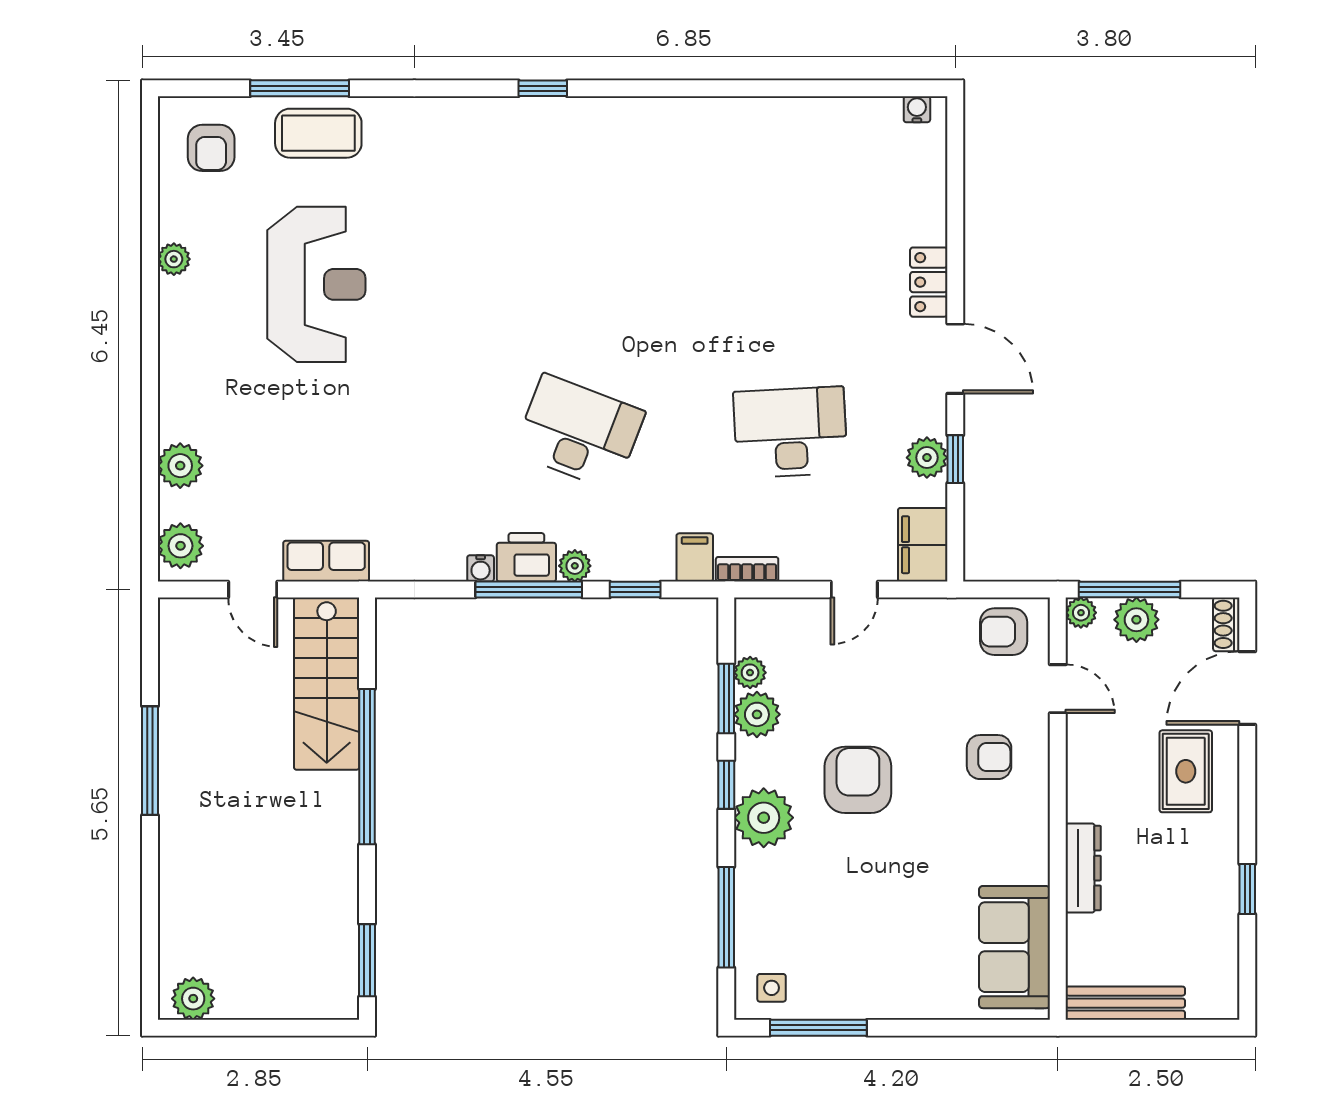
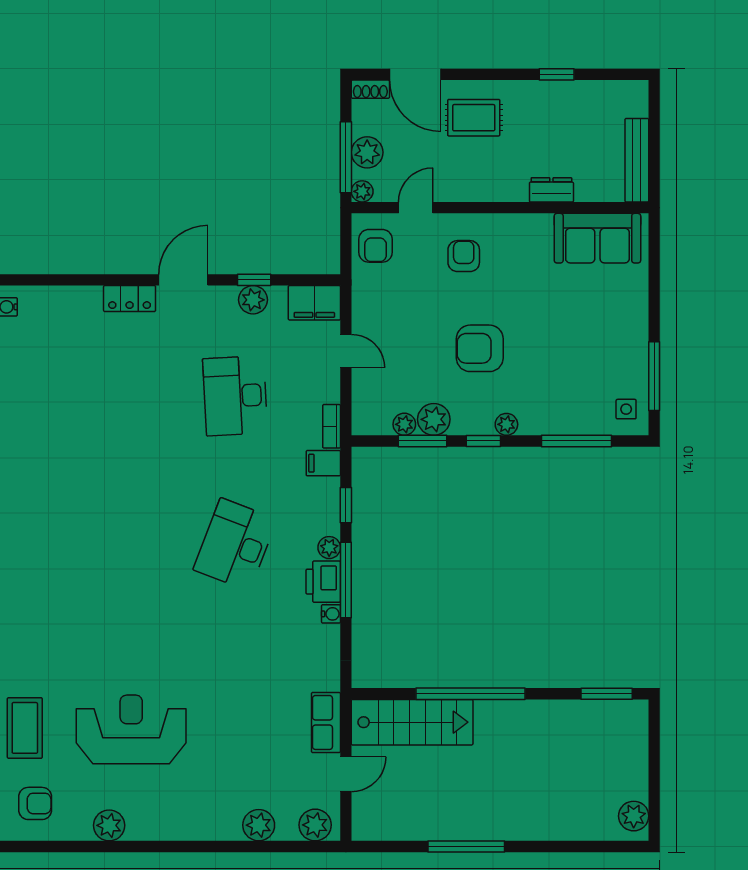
plant: (174, 259) -> (109, 825), width x1.38, depth x1.38
plant: (764, 818) -> (506, 424), width x0.53, depth x0.53
dresser: (1083, 868) -> (551, 190), width x0.70

